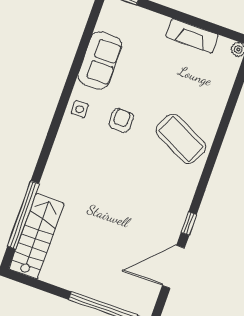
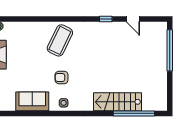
stairs: (36, 236) -> (118, 102), moved
door: (173, 267) -> (133, 19), width x0.53

